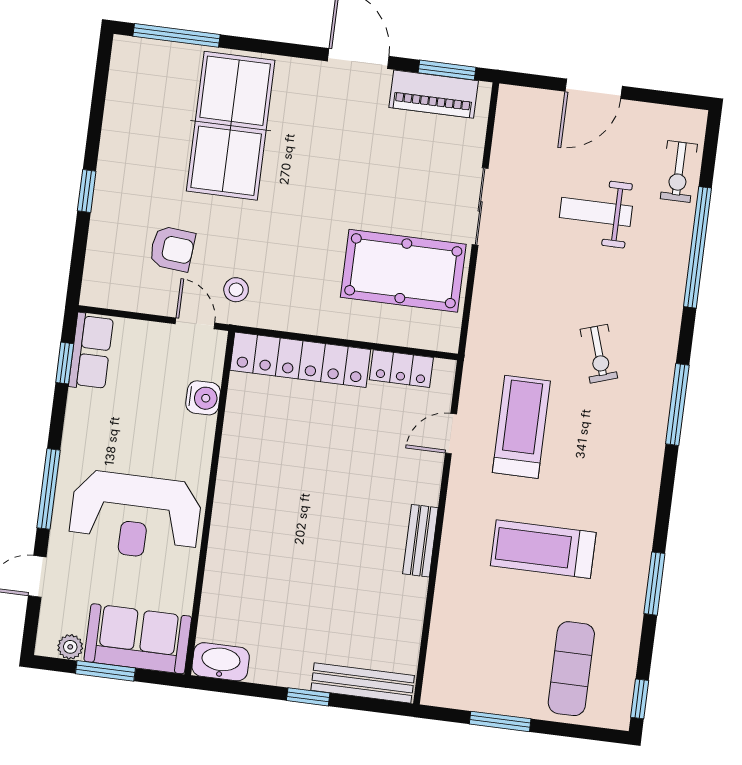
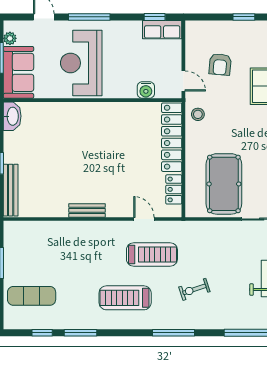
stool: (236, 290) -> (198, 114), moved
door: (195, 323) -> (183, 81), hinge flipped
treadmill: (543, 549) -> (125, 298), moved, turned -90
window: (640, 699) -> (42, 333), moved

